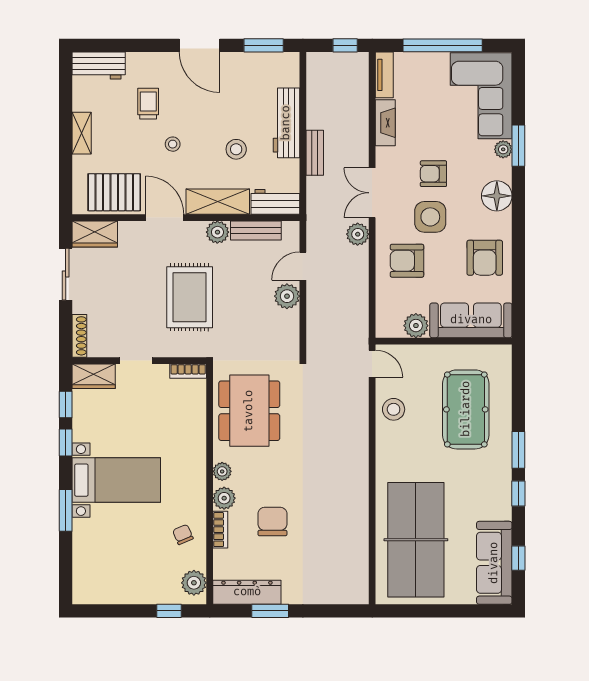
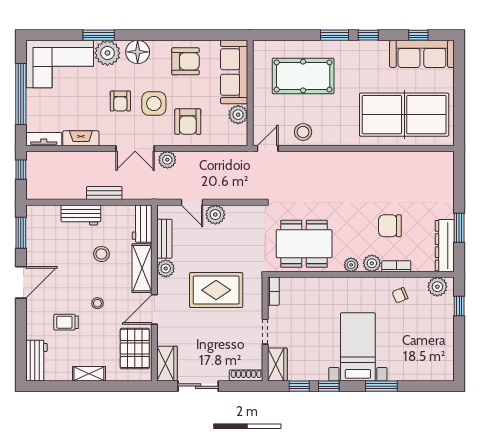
workbench: (286, 123) -> (81, 215), width x0.73
plant: (503, 149) -> (107, 53), width x1.88, depth x1.88

